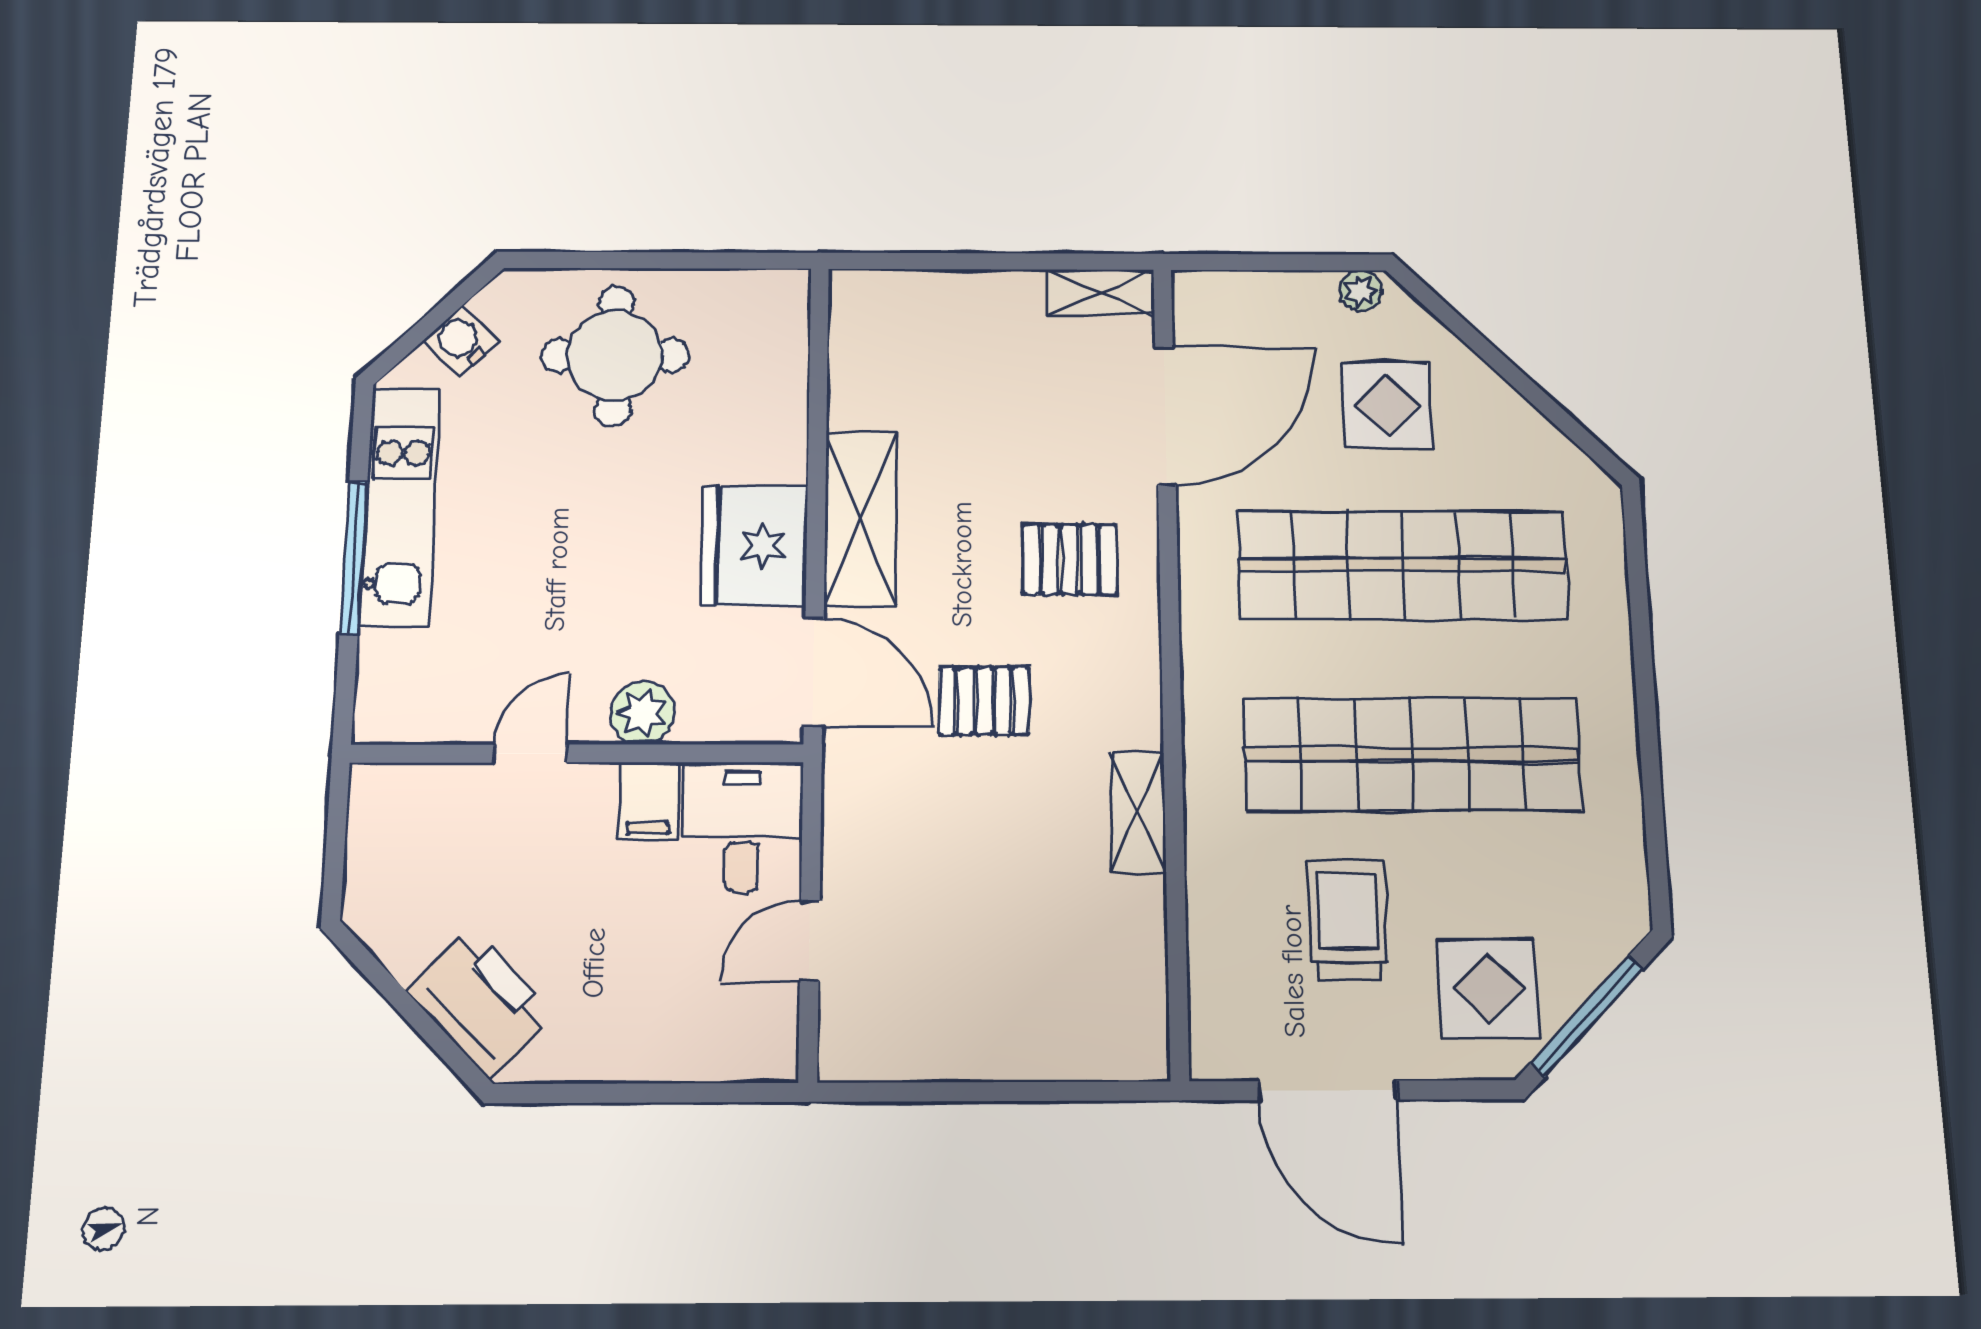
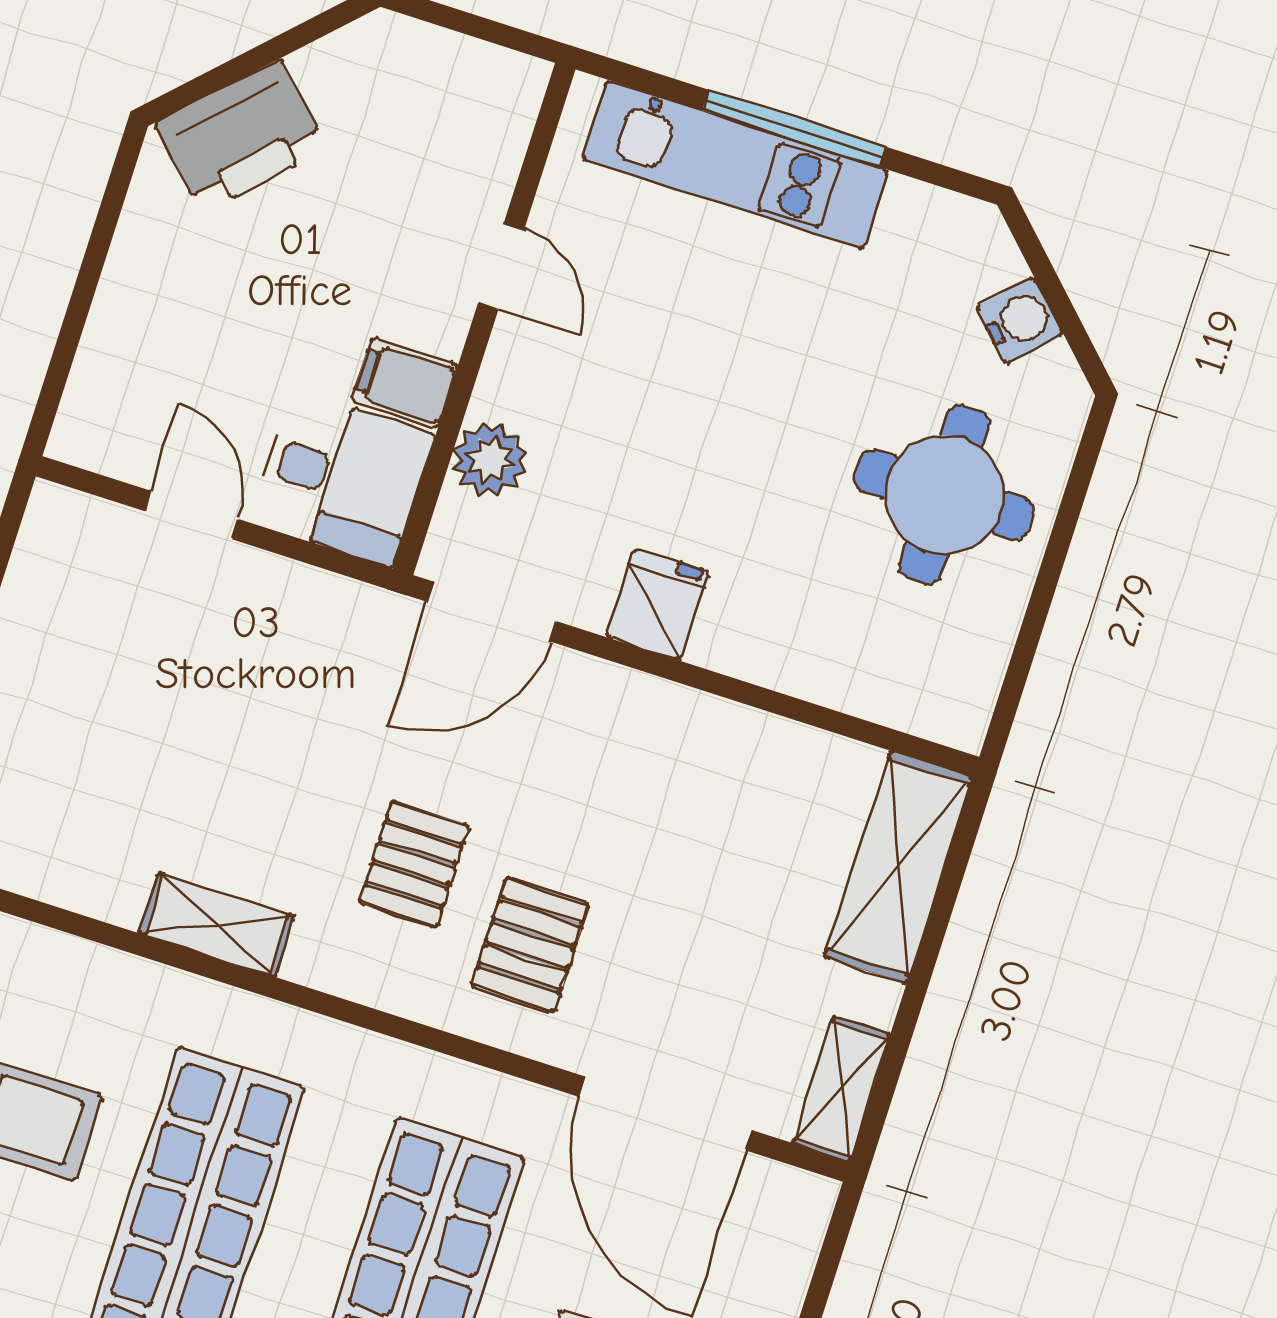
kitchen unit: (400, 507) -> (735, 165), moved
shelving: (861, 519) -> (899, 867), moved, turned 90
fridge: (755, 546) -> (657, 604), width x0.53, depth x0.75
pallet: (984, 701) -> (414, 864), moved
plant: (642, 713) -> (490, 460), moved

